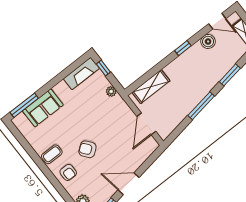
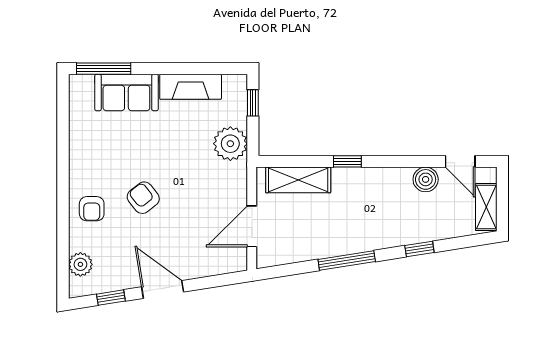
window: (183, 48) -> (347, 161), moved
fireplace: (81, 74) -> (191, 87), moved
window: (230, 75) -> (419, 249), width x0.67
plant: (111, 92) -> (230, 144), width x1.88, depth x1.88
coffee table: (52, 154) -> (89, 166), removed

